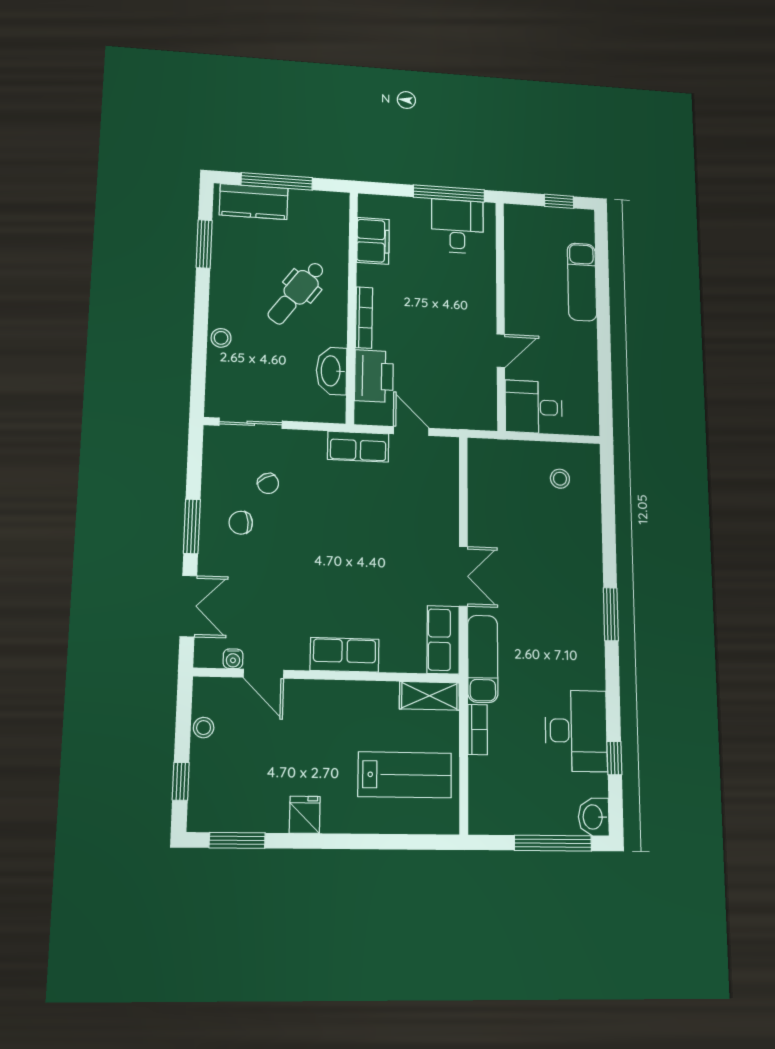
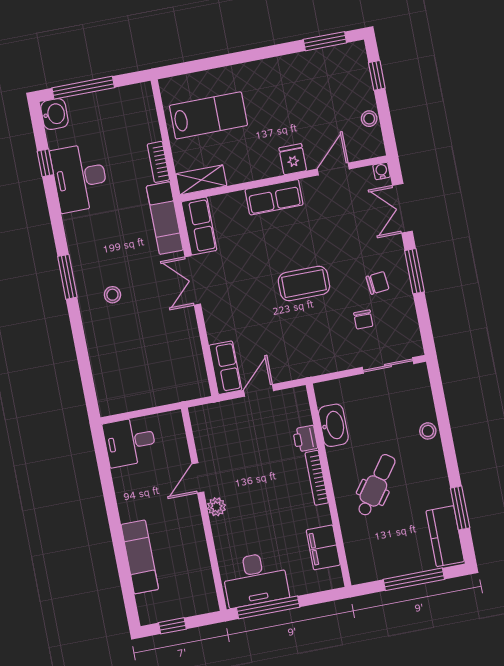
kitchen counter: (254, 202) -> (445, 536), moved, turned -90
desk: (457, 226) -> (255, 579), width x1.37
plant: (486, 314) -> (216, 507), added
printer: (374, 376) -> (305, 439), width x0.53, depth x0.68
desk: (534, 407) -> (130, 442), moved, turned 180
door: (411, 431) -> (258, 390), swing flipped
row of seats: (358, 447) -> (225, 368), moved, turned 90
stool: (560, 479) -> (112, 295), moved
chair: (268, 483) -> (363, 320), turned -151
coffee table: (330, 542) -> (304, 284), added
water cooler: (233, 659) -> (382, 171), moved
door: (264, 674) -> (333, 169), hinge flipped
lab bench: (405, 775) -> (208, 115), turned 180
fridge: (305, 815) -> (293, 159), moved, turned 180

